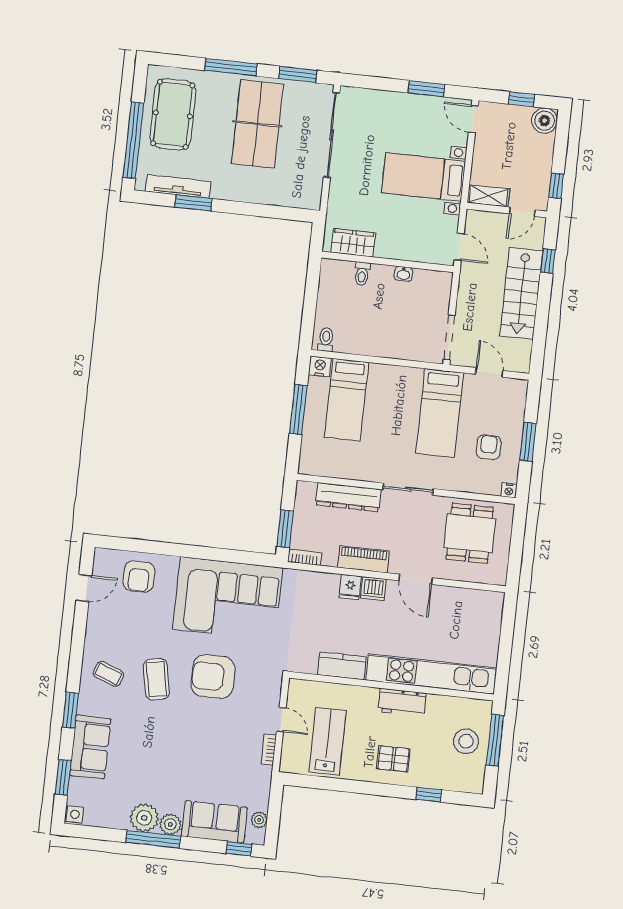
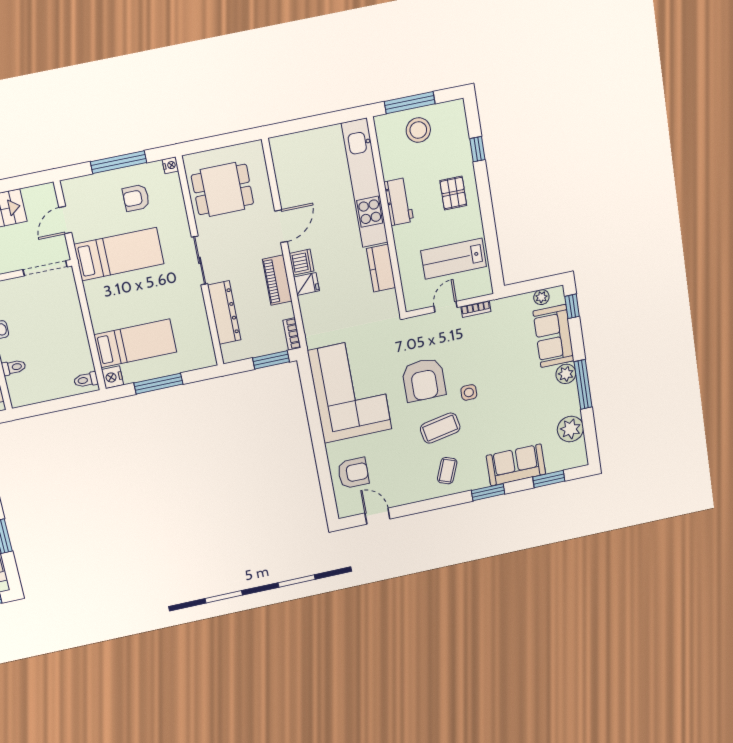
window: (528, 442) -> (119, 162), width x1.44
side table: (75, 814) -> (469, 392), moved
plant: (144, 818) -> (570, 429), moved

